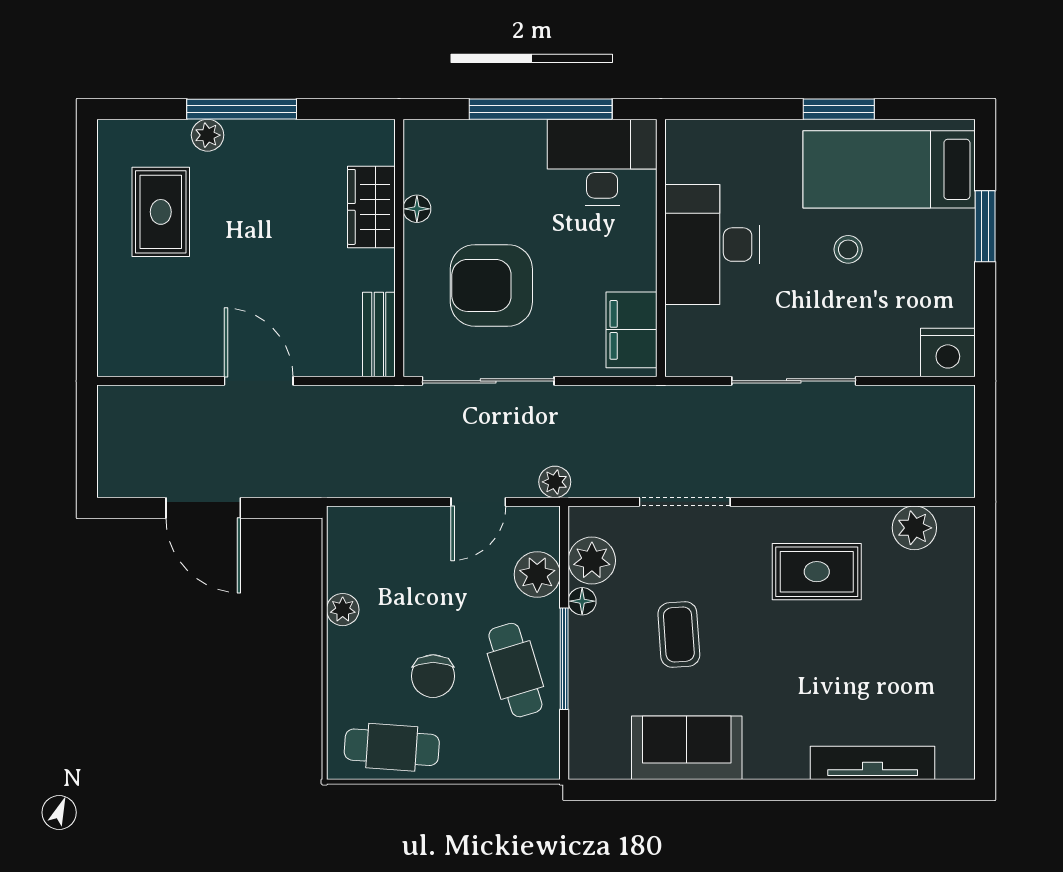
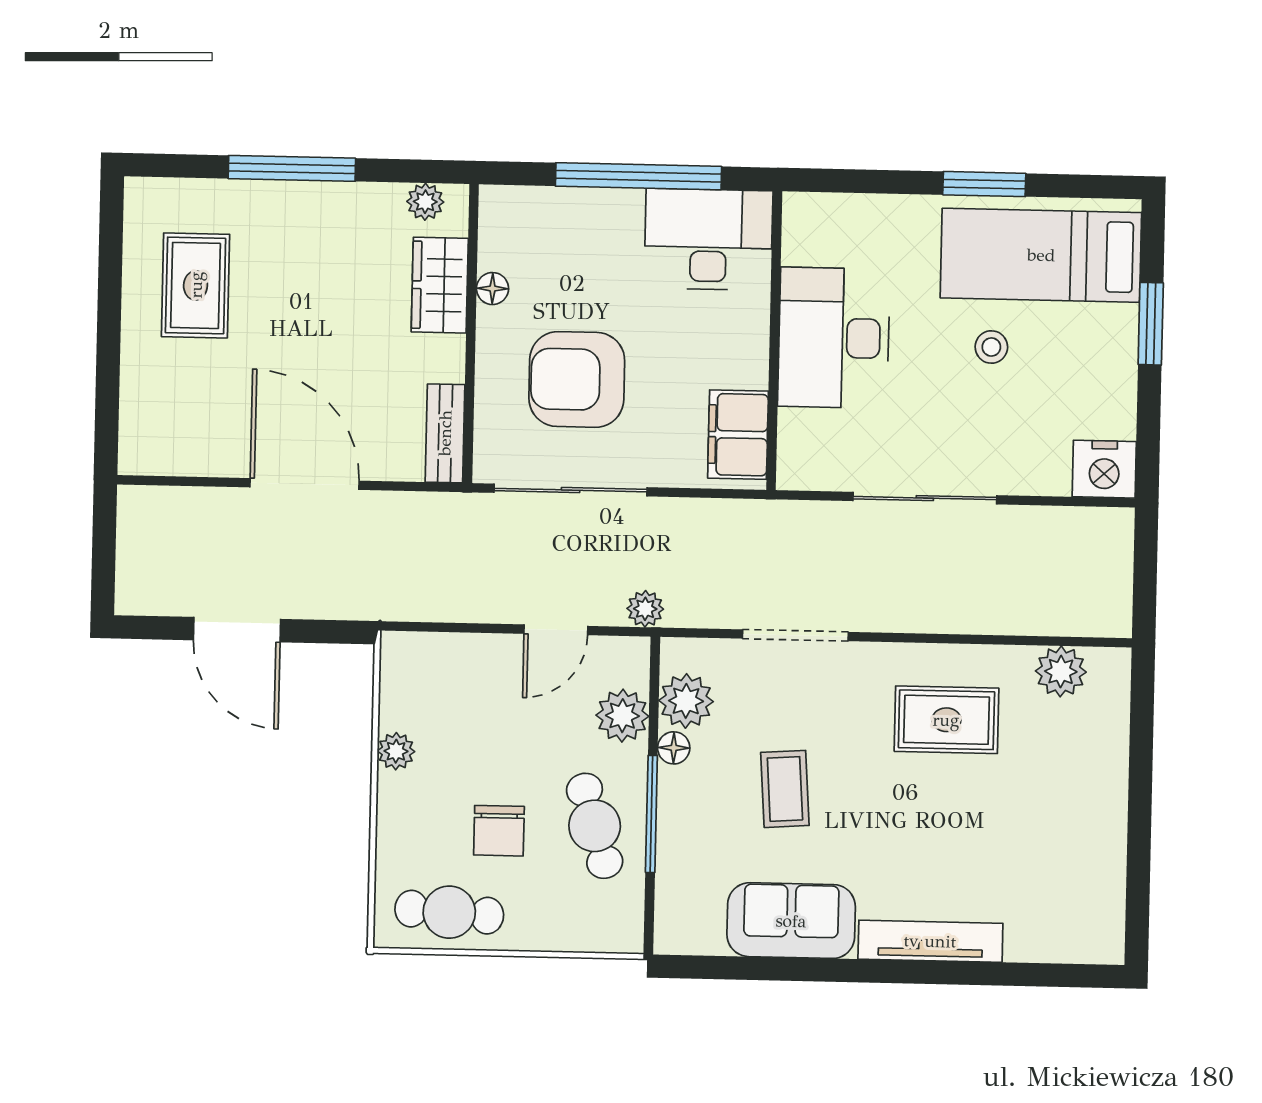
plant: (208, 135) -> (425, 202), moved
door: (259, 381) -> (305, 484), width x1.36
tv unit: (873, 763) -> (930, 941), moved

